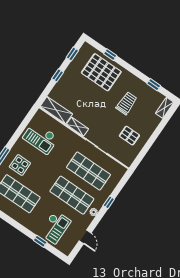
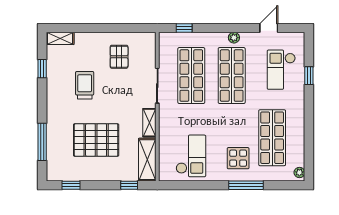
window: (110, 55) -> (42, 142), width x2.17
pallet: (101, 72) -> (96, 140), moved, turned 90
window: (58, 75) -> (129, 185), moved
trolley: (127, 103) -> (85, 85), turned 90
window: (109, 202) -> (184, 28), moved
checkout: (55, 227) -> (281, 70), turned -90

